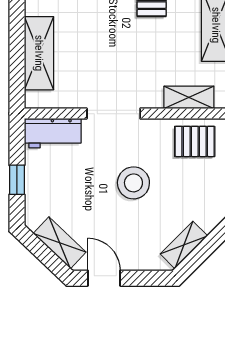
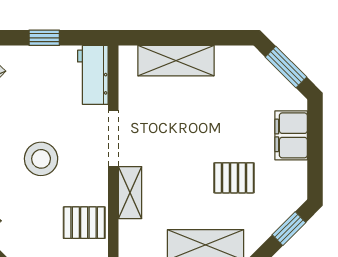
shelving: (189, 97) -> (130, 193), moved
pallet: (195, 141) -> (84, 223), turned 90

